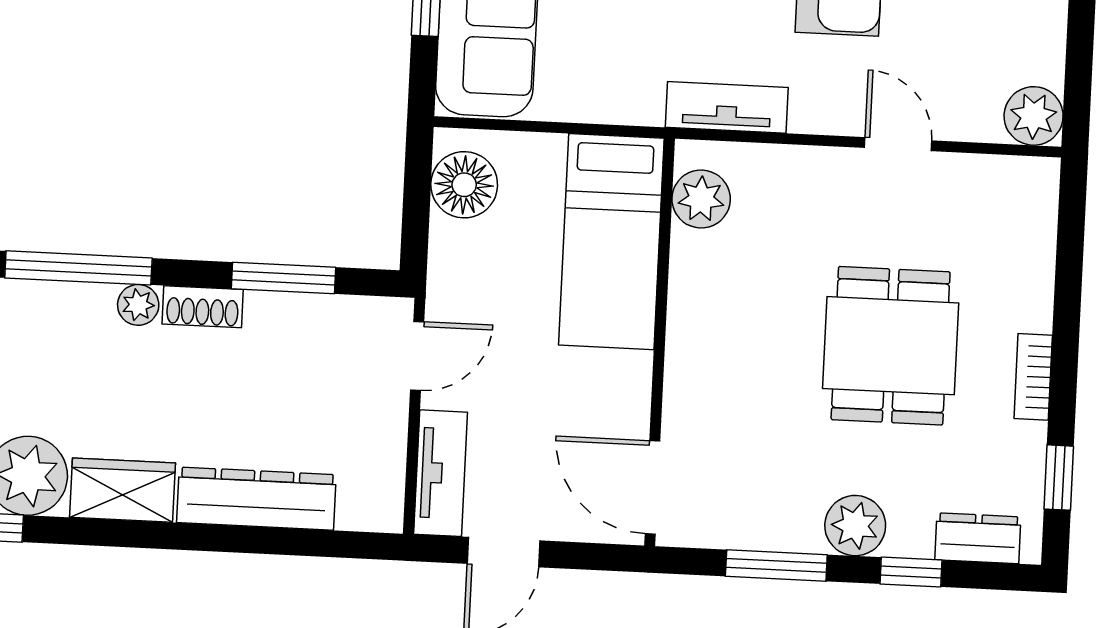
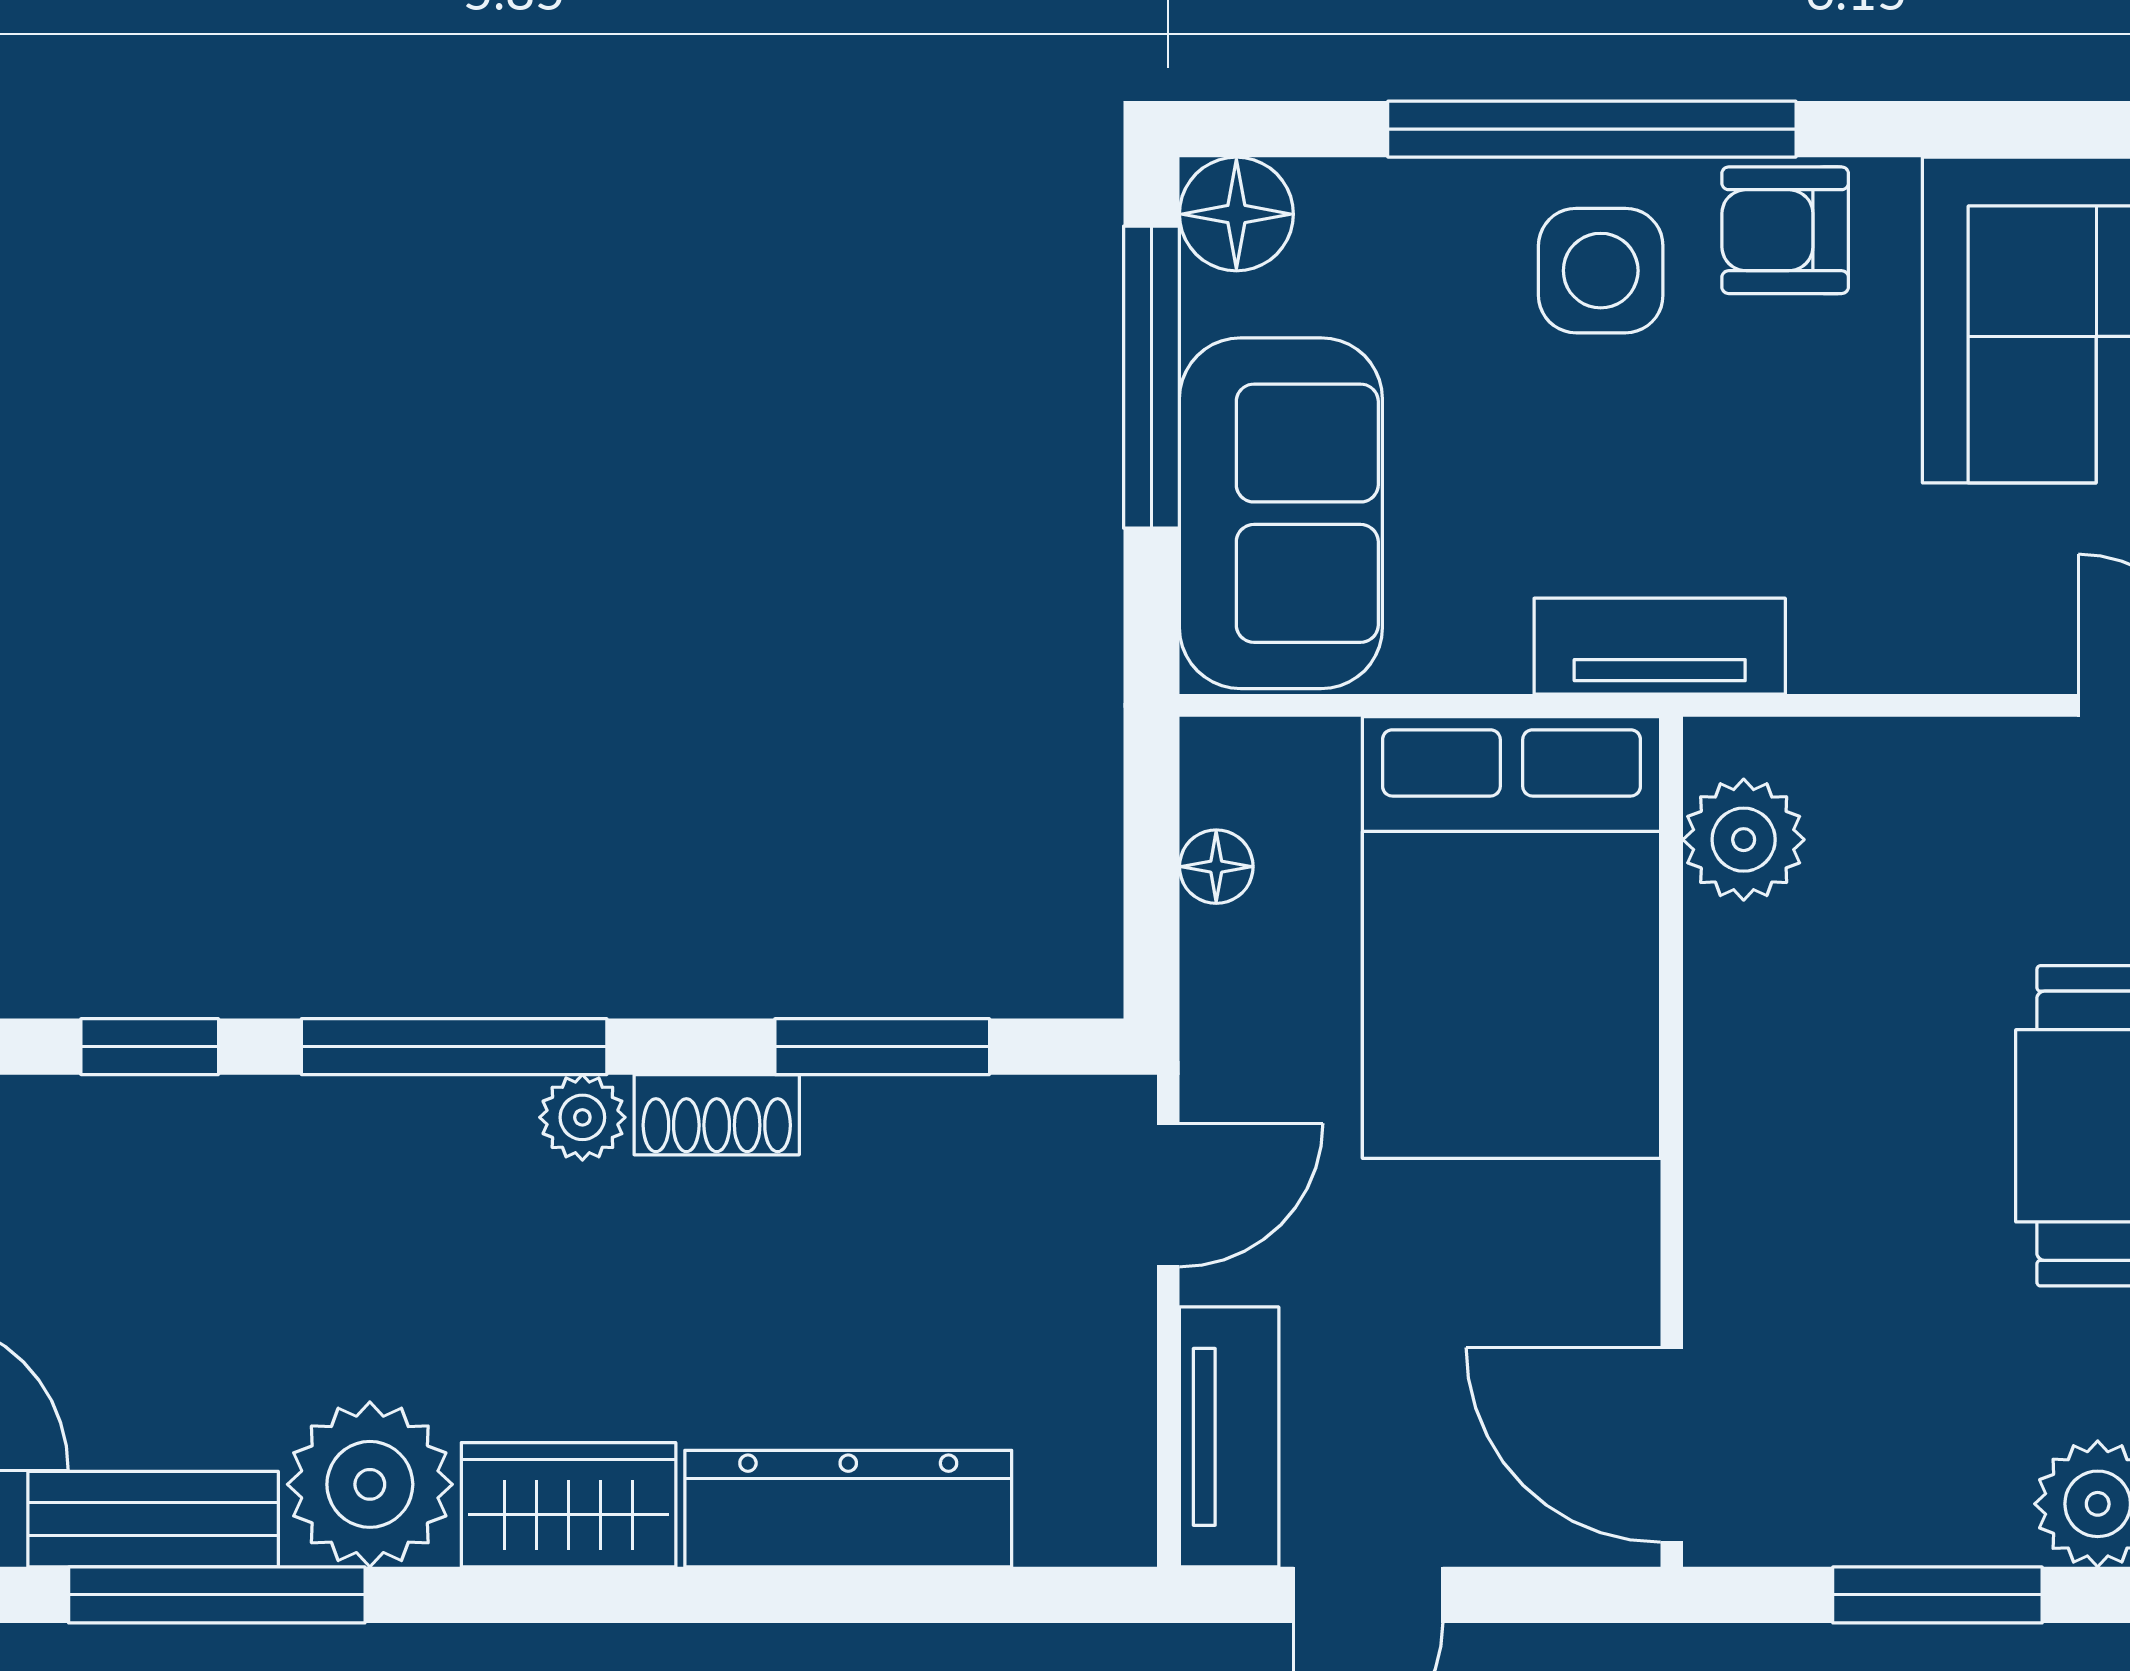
tv unit: (727, 107) -> (1660, 646), moved
floor lamp: (464, 185) -> (1216, 867), width x0.53, depth x0.53
bed: (611, 242) -> (1512, 937), width x1.50

